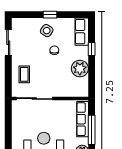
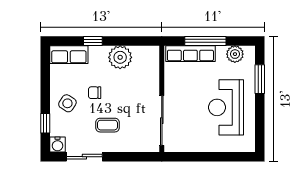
window: (50, 15) -> (45, 123), moved
water cooler: (17, 23) -> (57, 144), added
coffee table: (24, 74) -> (107, 125), moved

